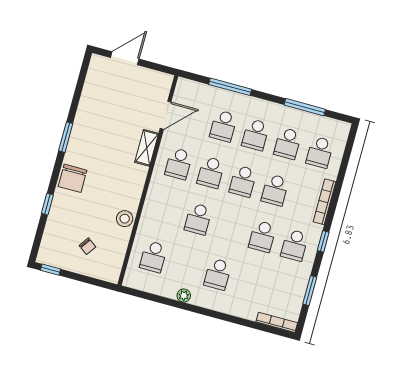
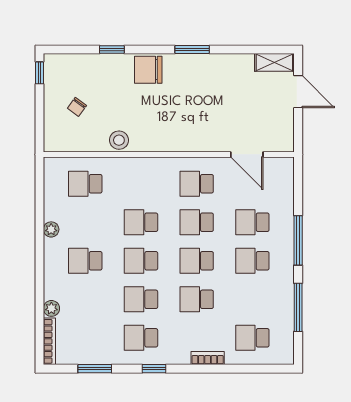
window: (230, 87) -> (298, 240), moved
school desk: (288, 143) -> (141, 261), moved
shelving: (147, 148) -> (274, 62), moved
bookcase: (324, 202) -> (208, 358), width x0.64
plant: (250, 313) -> (51, 308), added

